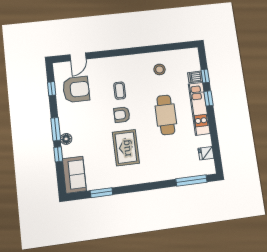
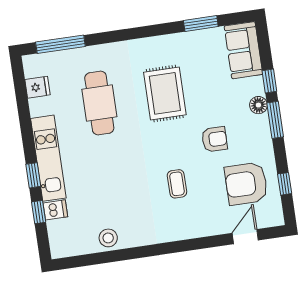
stool: (160, 69) -> (108, 238), moved
armchair: (122, 115) -> (214, 139), moved
cafe table: (166, 115) -> (99, 103), moved

